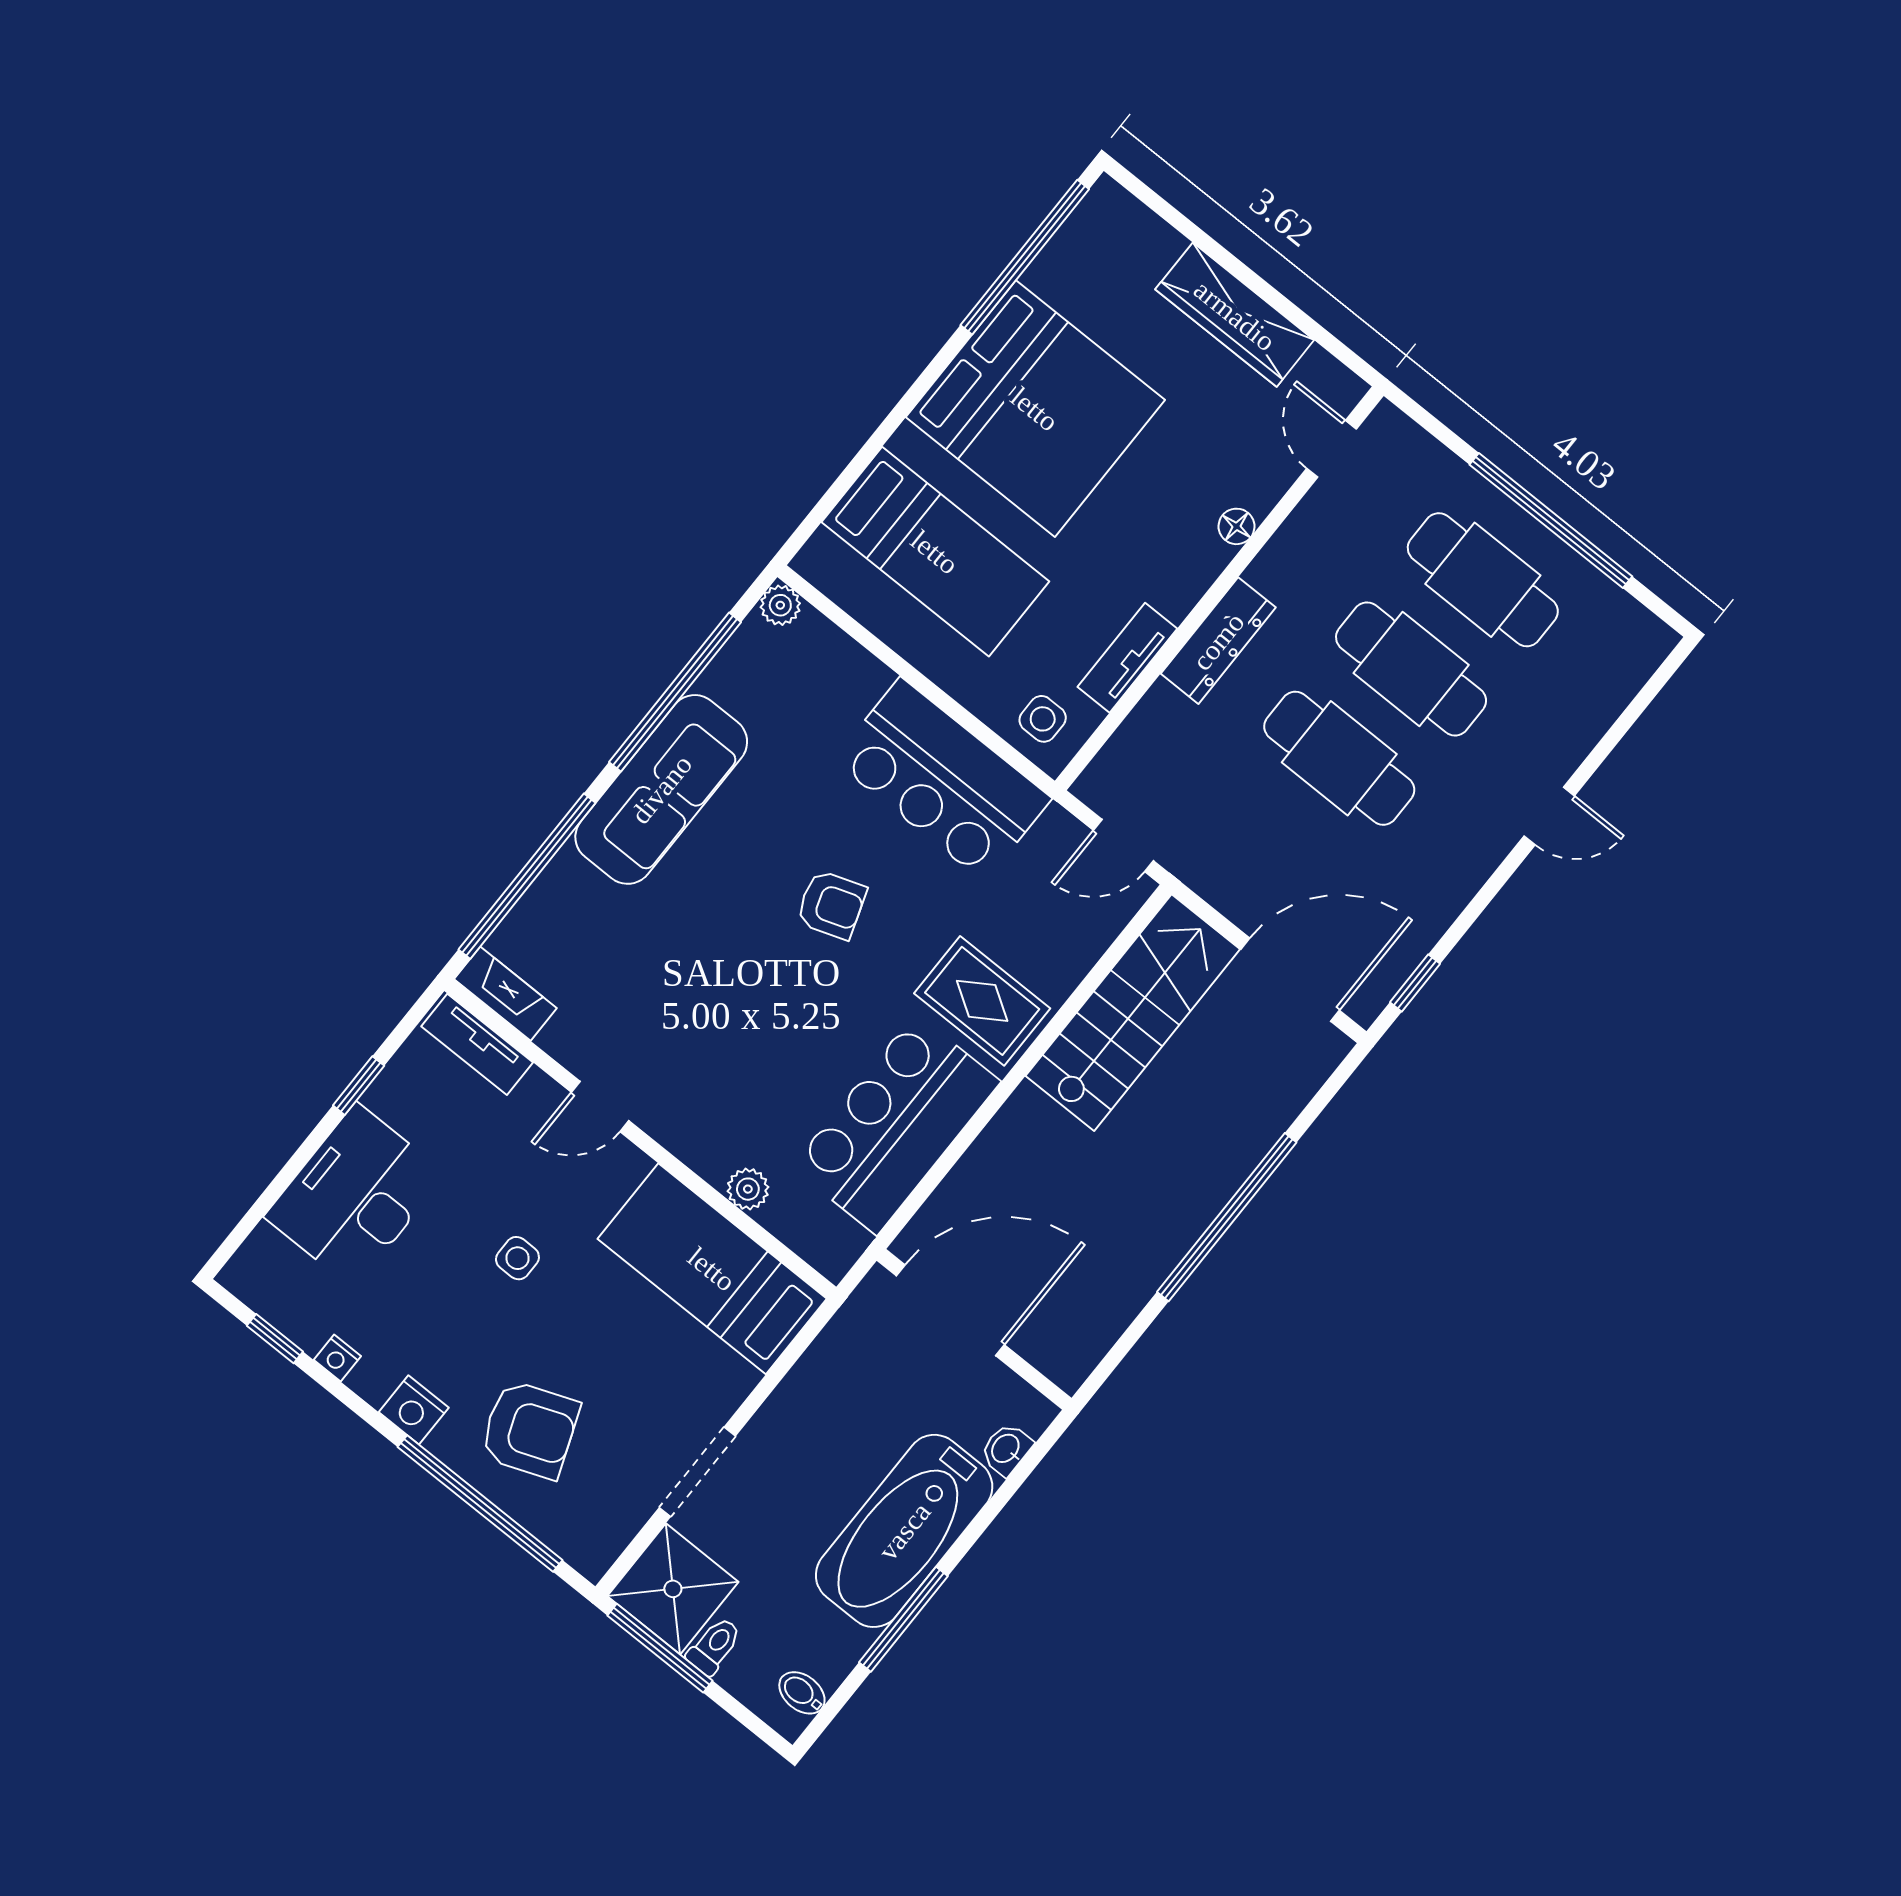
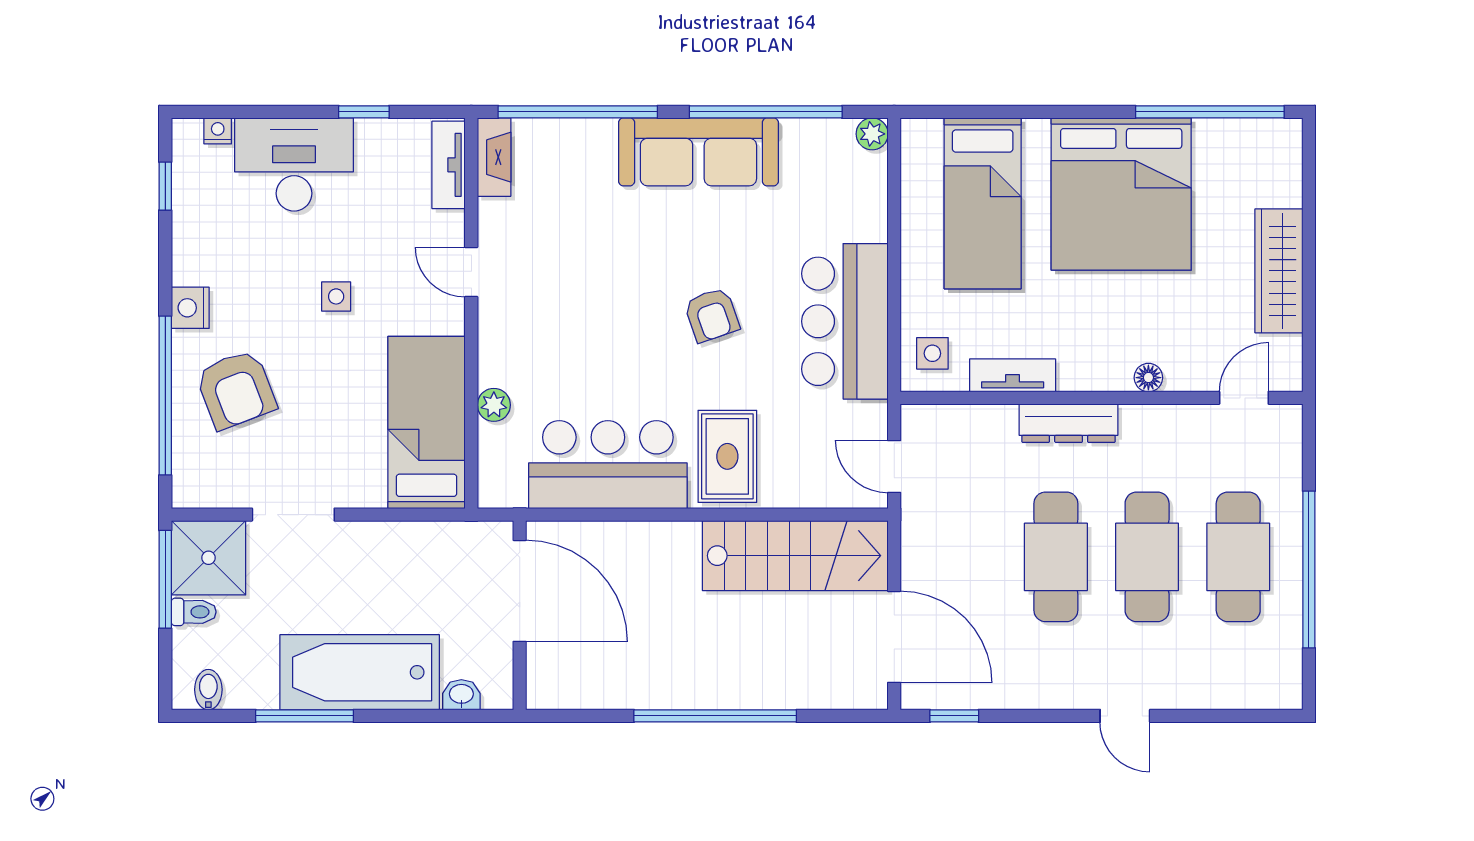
nightstand: (337, 1358) -> (218, 131), moved, turned 90

